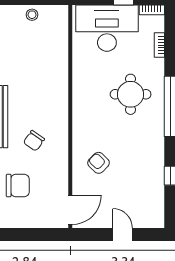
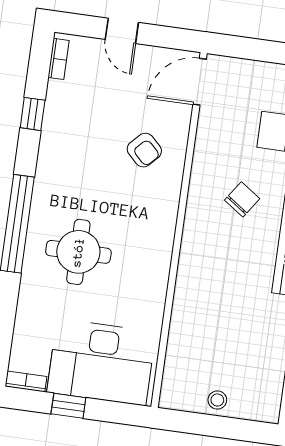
bookcase: (159, 45) -> (59, 59), moved

